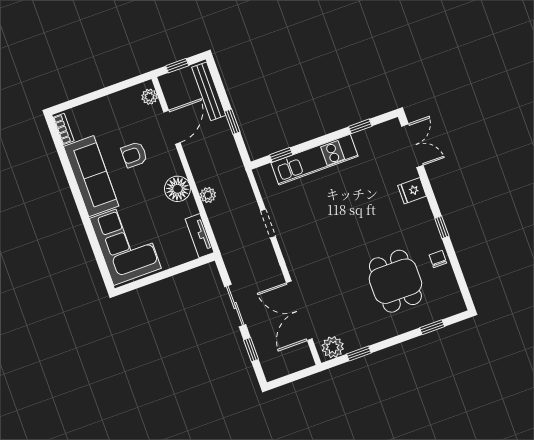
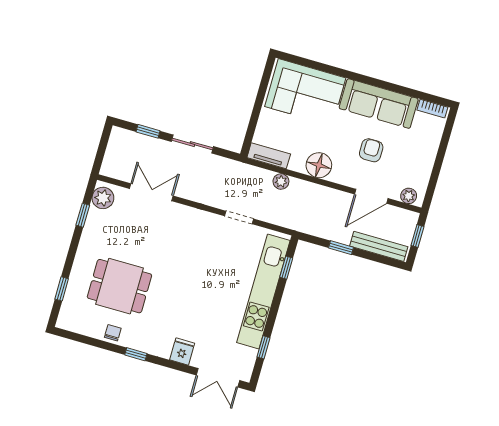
door: (172, 127) -> (371, 196), hinge flipped
kitchen unit: (314, 160) -> (263, 291), width x1.36
plant: (208, 195) -> (281, 181), moved
chair: (438, 259) -> (113, 333), turned -90
double door: (299, 311) -> (151, 192), width x0.73

